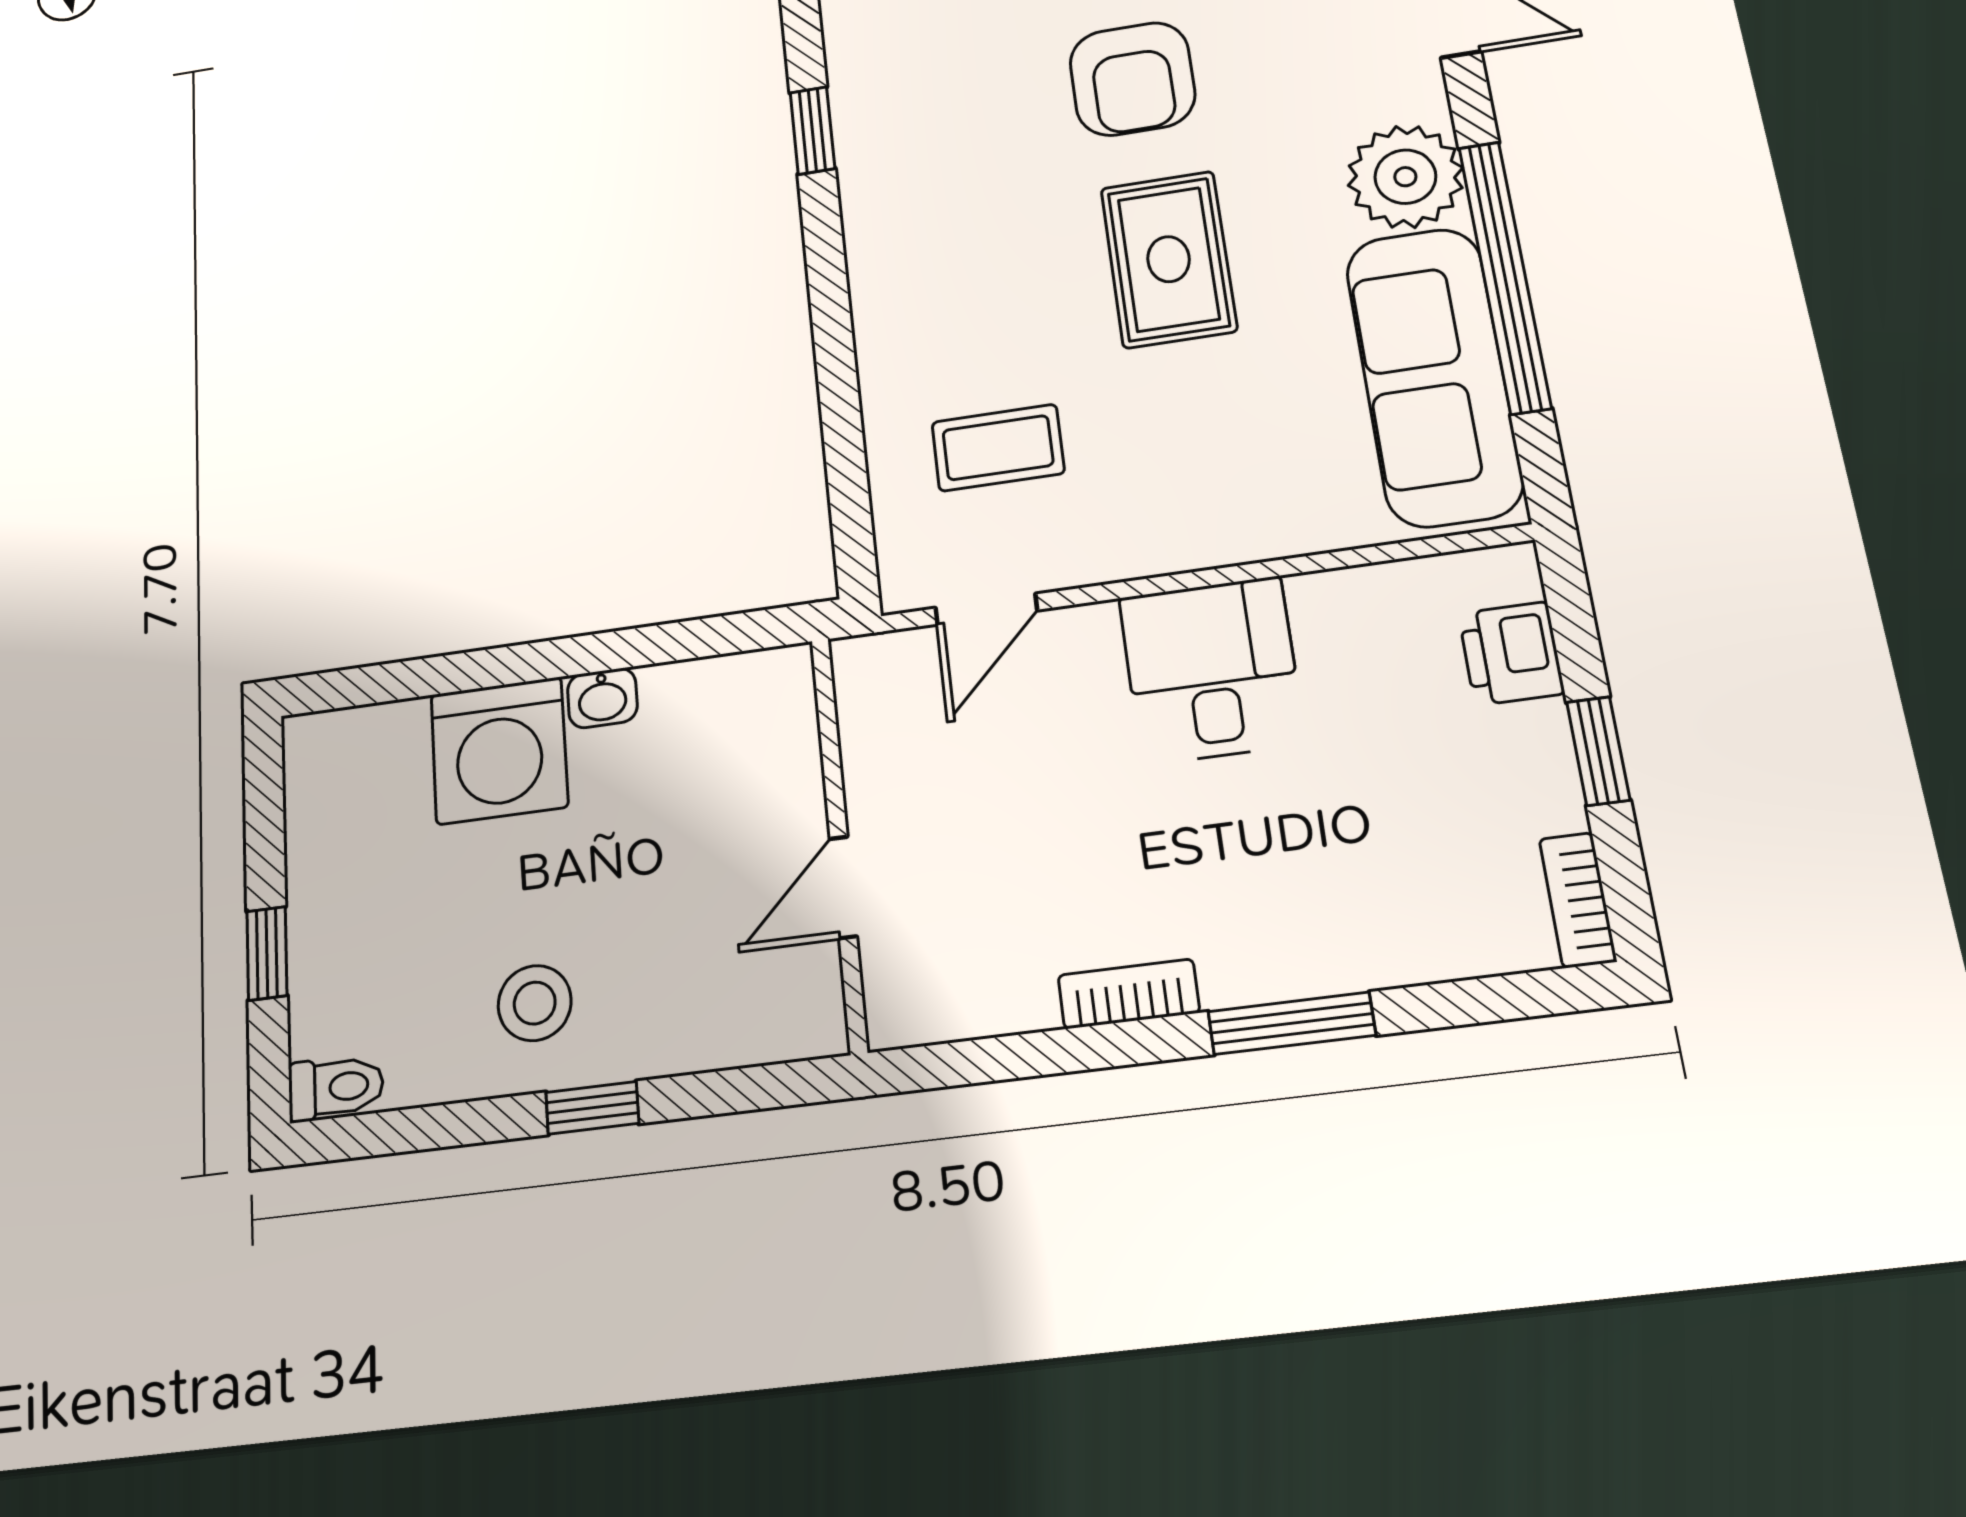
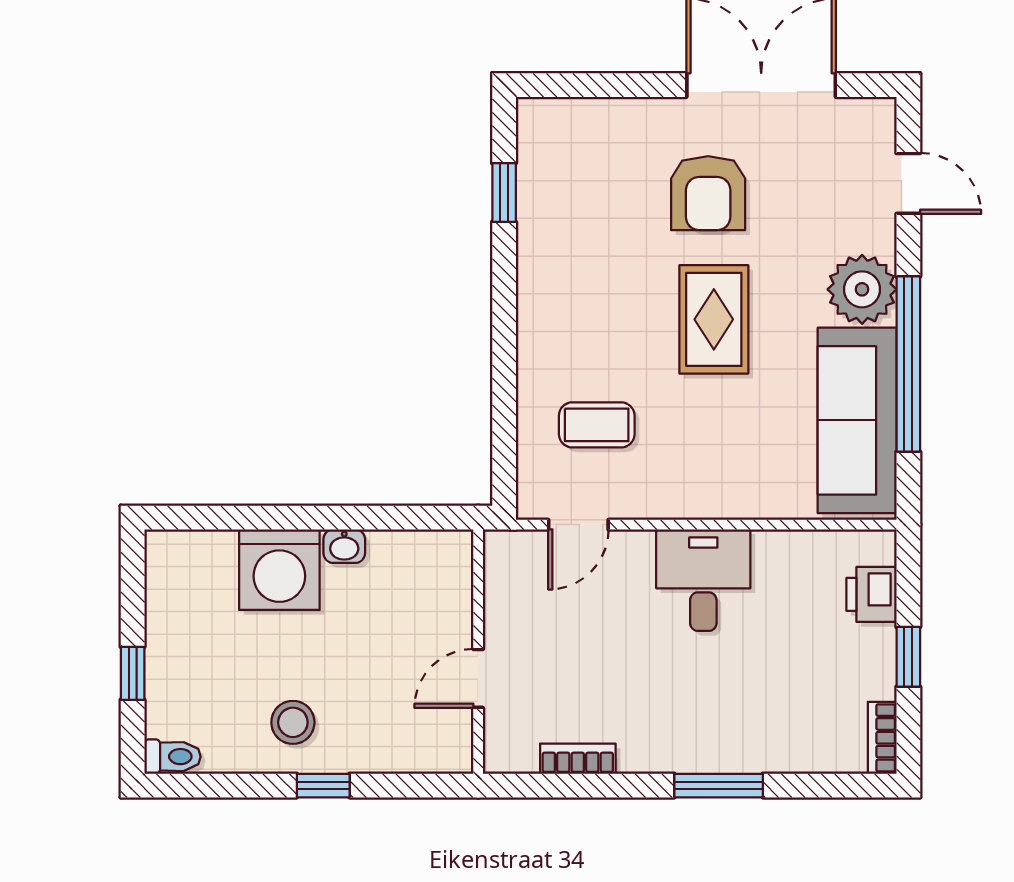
bookcase: (1129, 994) -> (578, 759), moved

